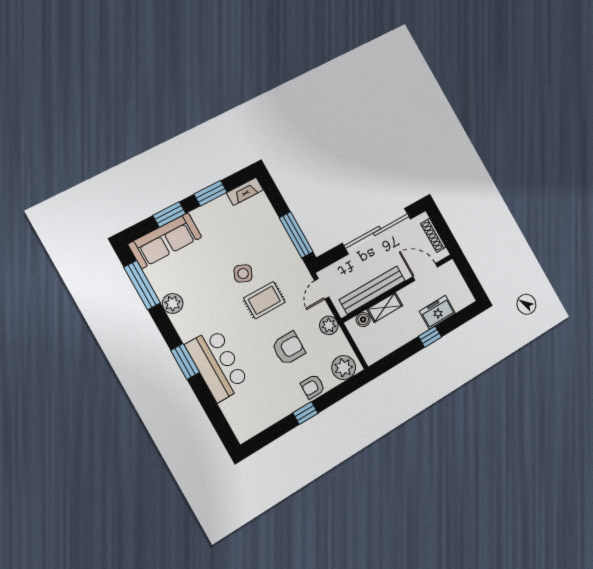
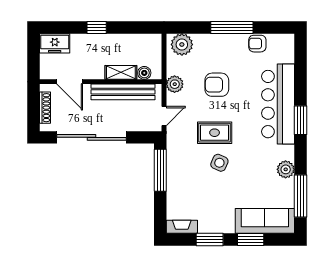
freezer: (437, 312) -> (55, 43), moved
bar counter: (217, 365) -> (278, 104), width x1.36
armchair: (313, 387) -> (257, 44), moved, turned 180
window: (305, 413) -> (232, 28), width x2.17

